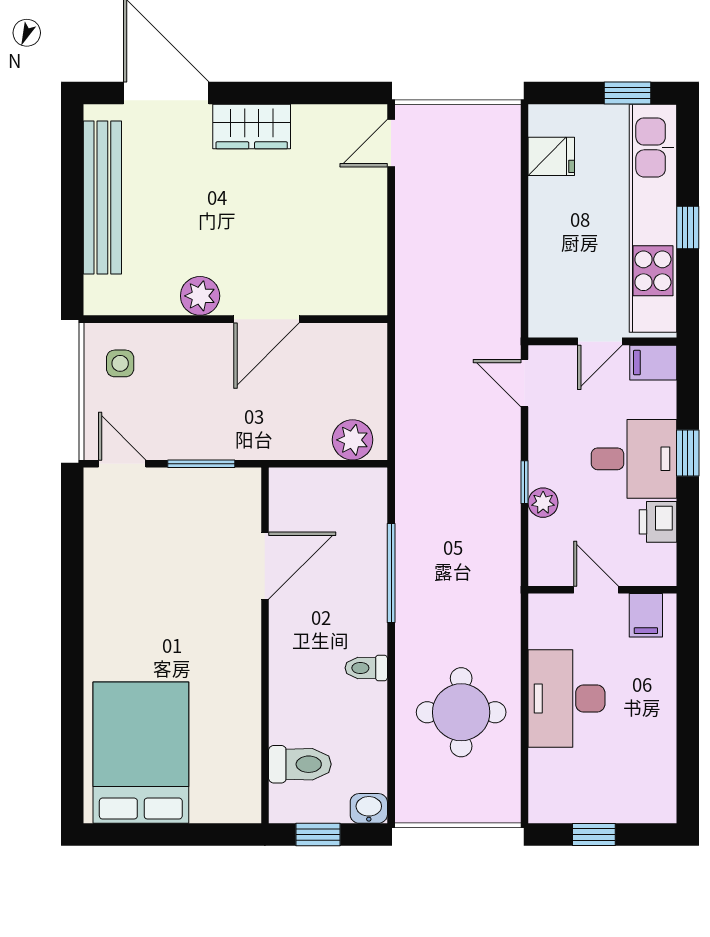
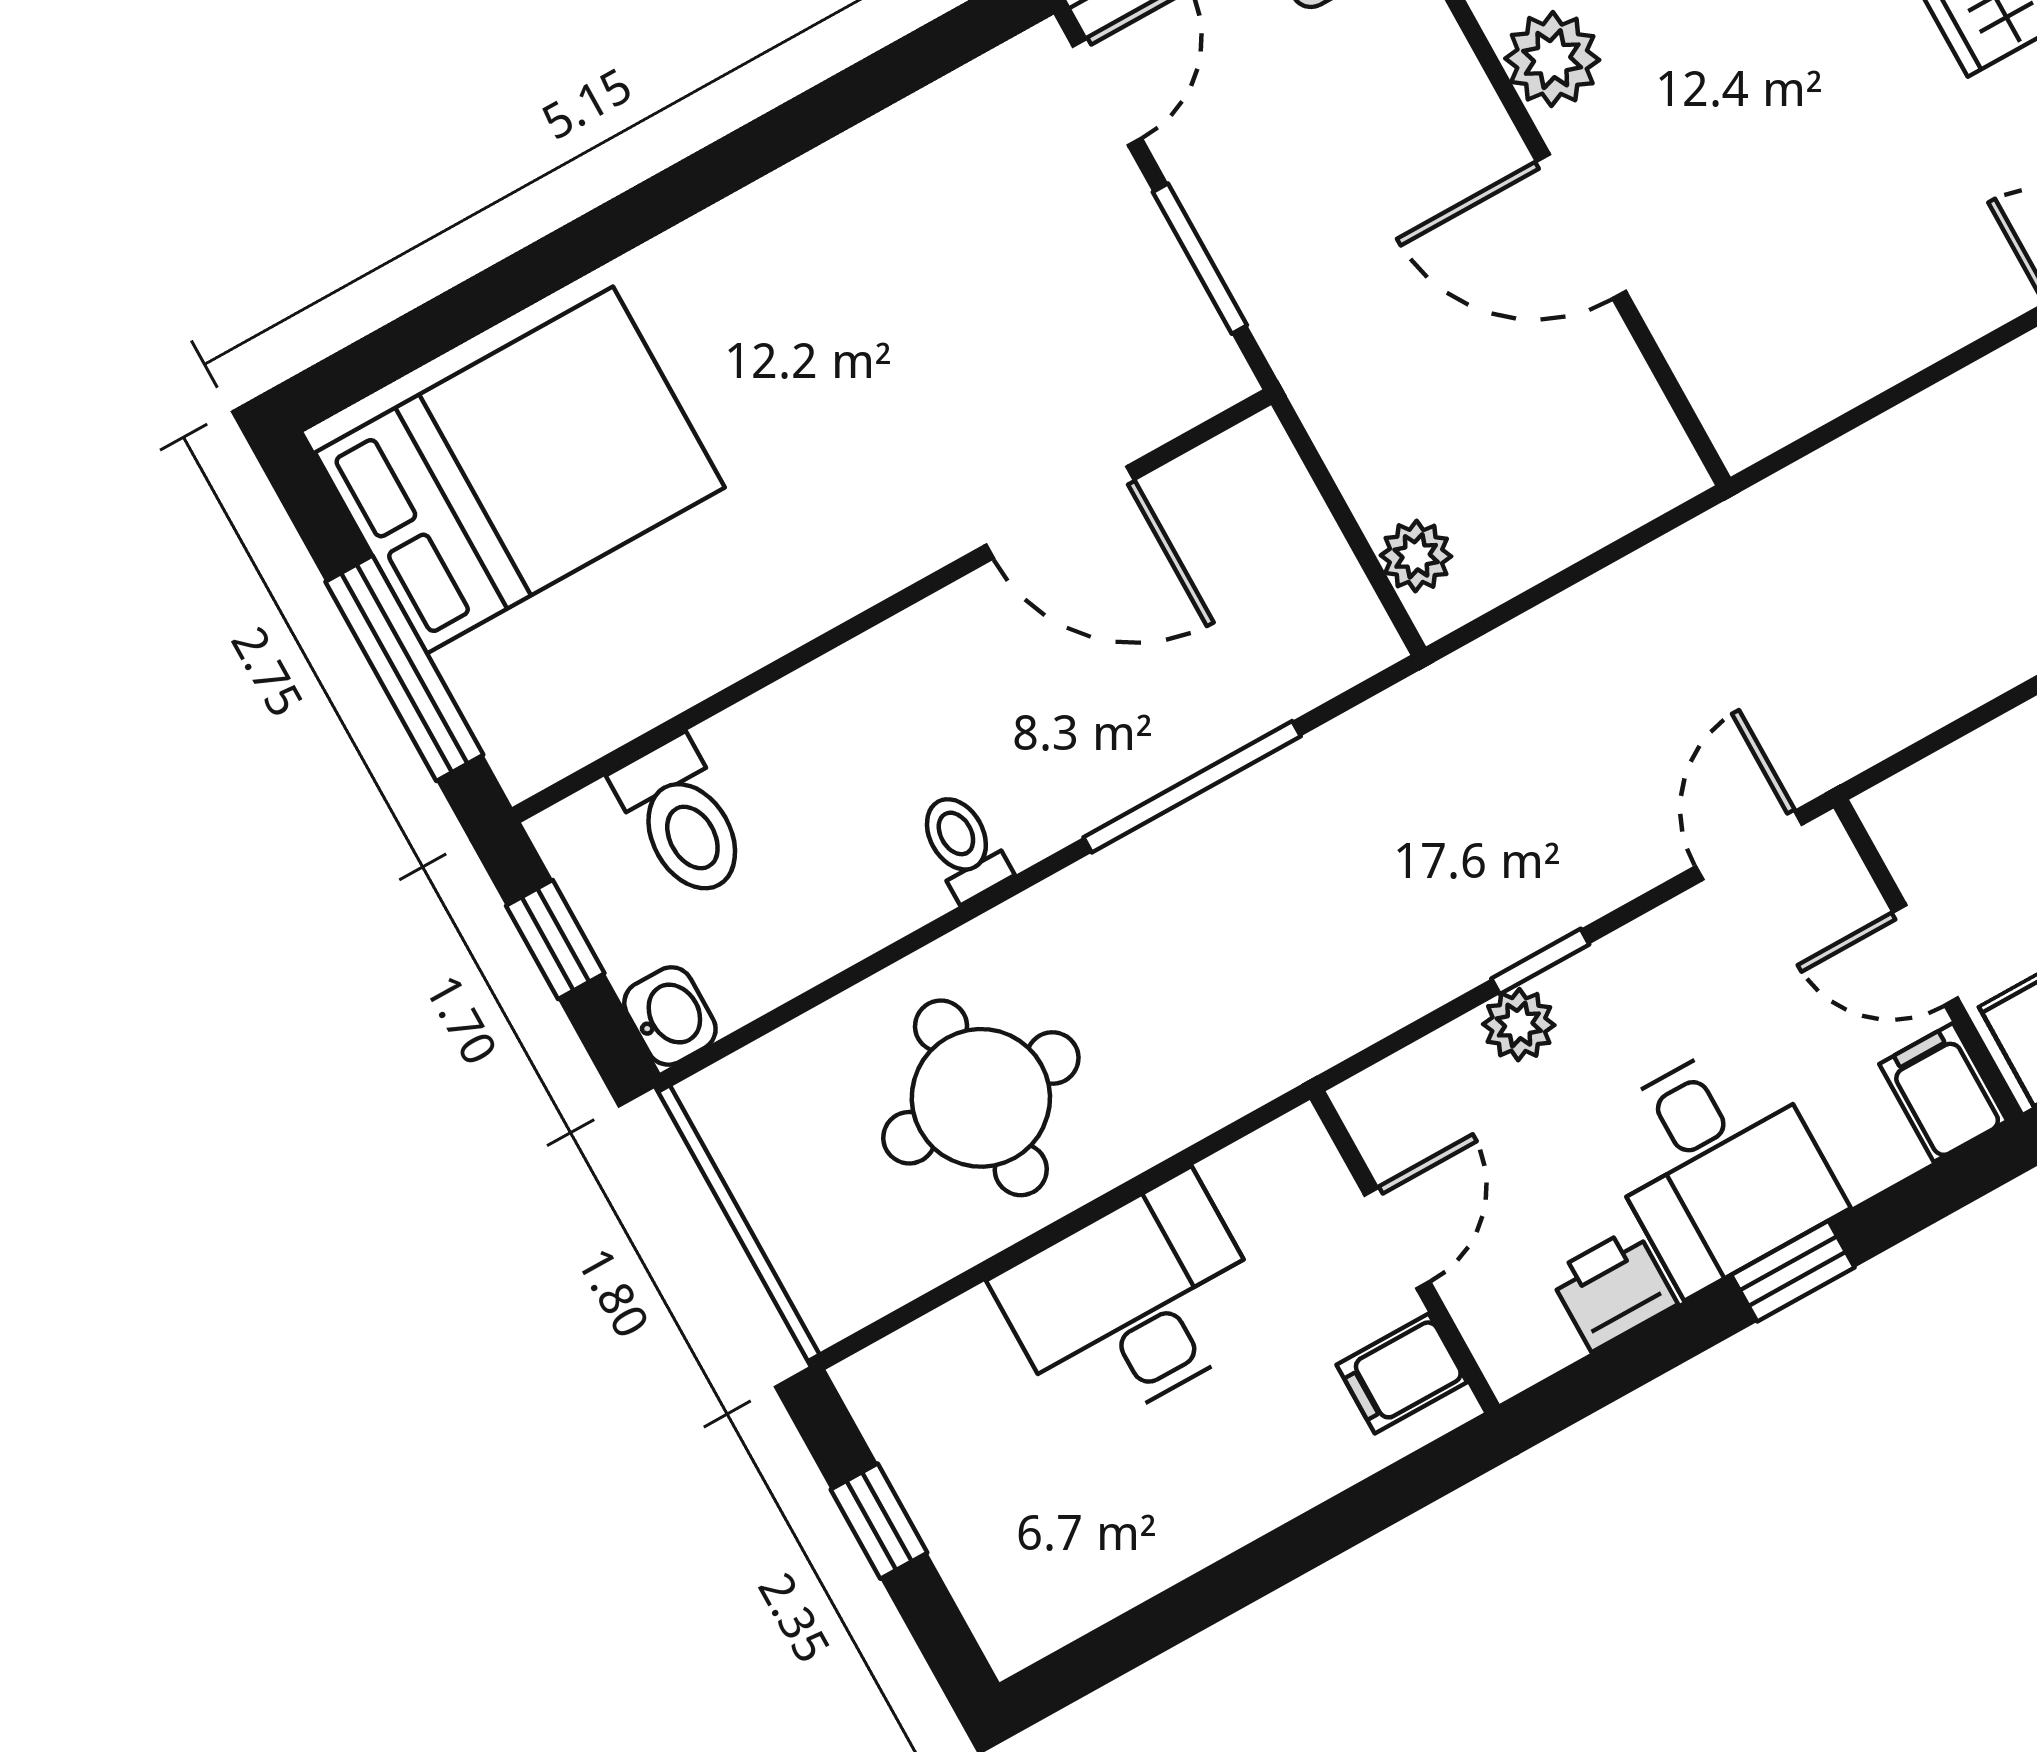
plant: (353, 440) -> (1416, 556), width x0.73, depth x0.73
window: (189, 834) -> (404, 668), added

